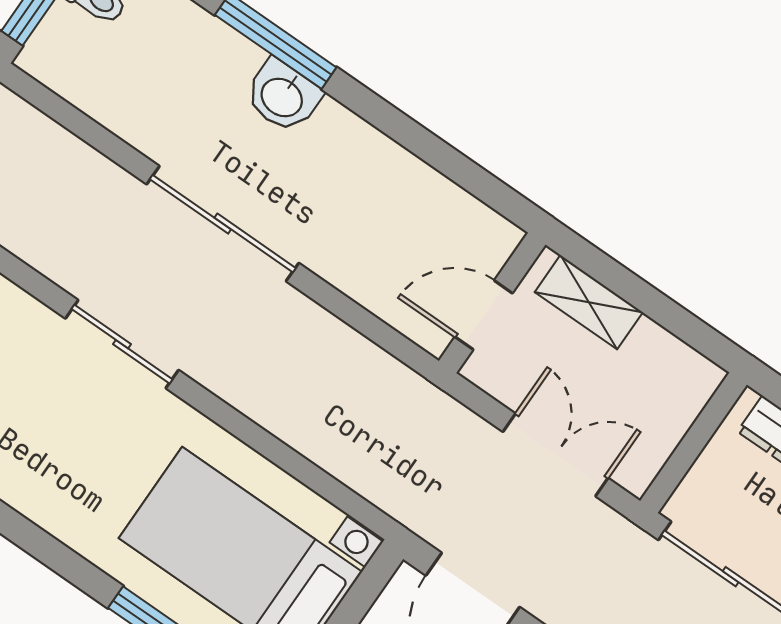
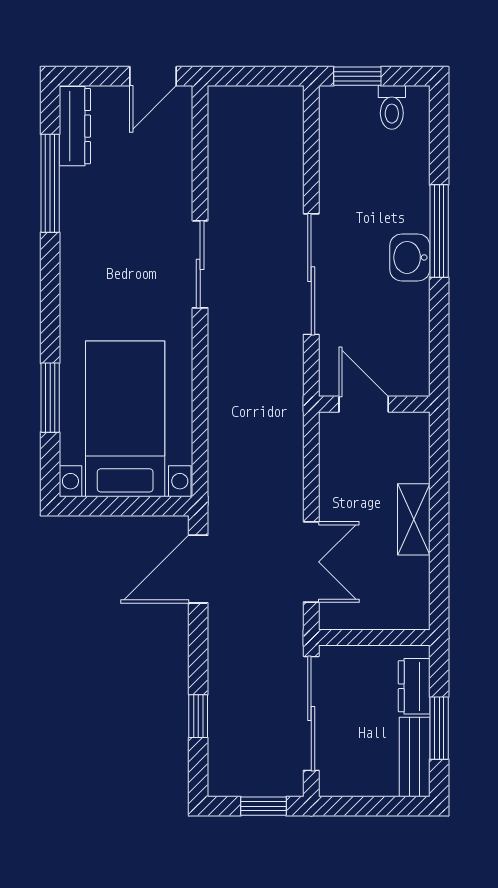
wall: (492, 303) -> (374, 404), moved
door: (484, 315) -> (364, 404), moved

